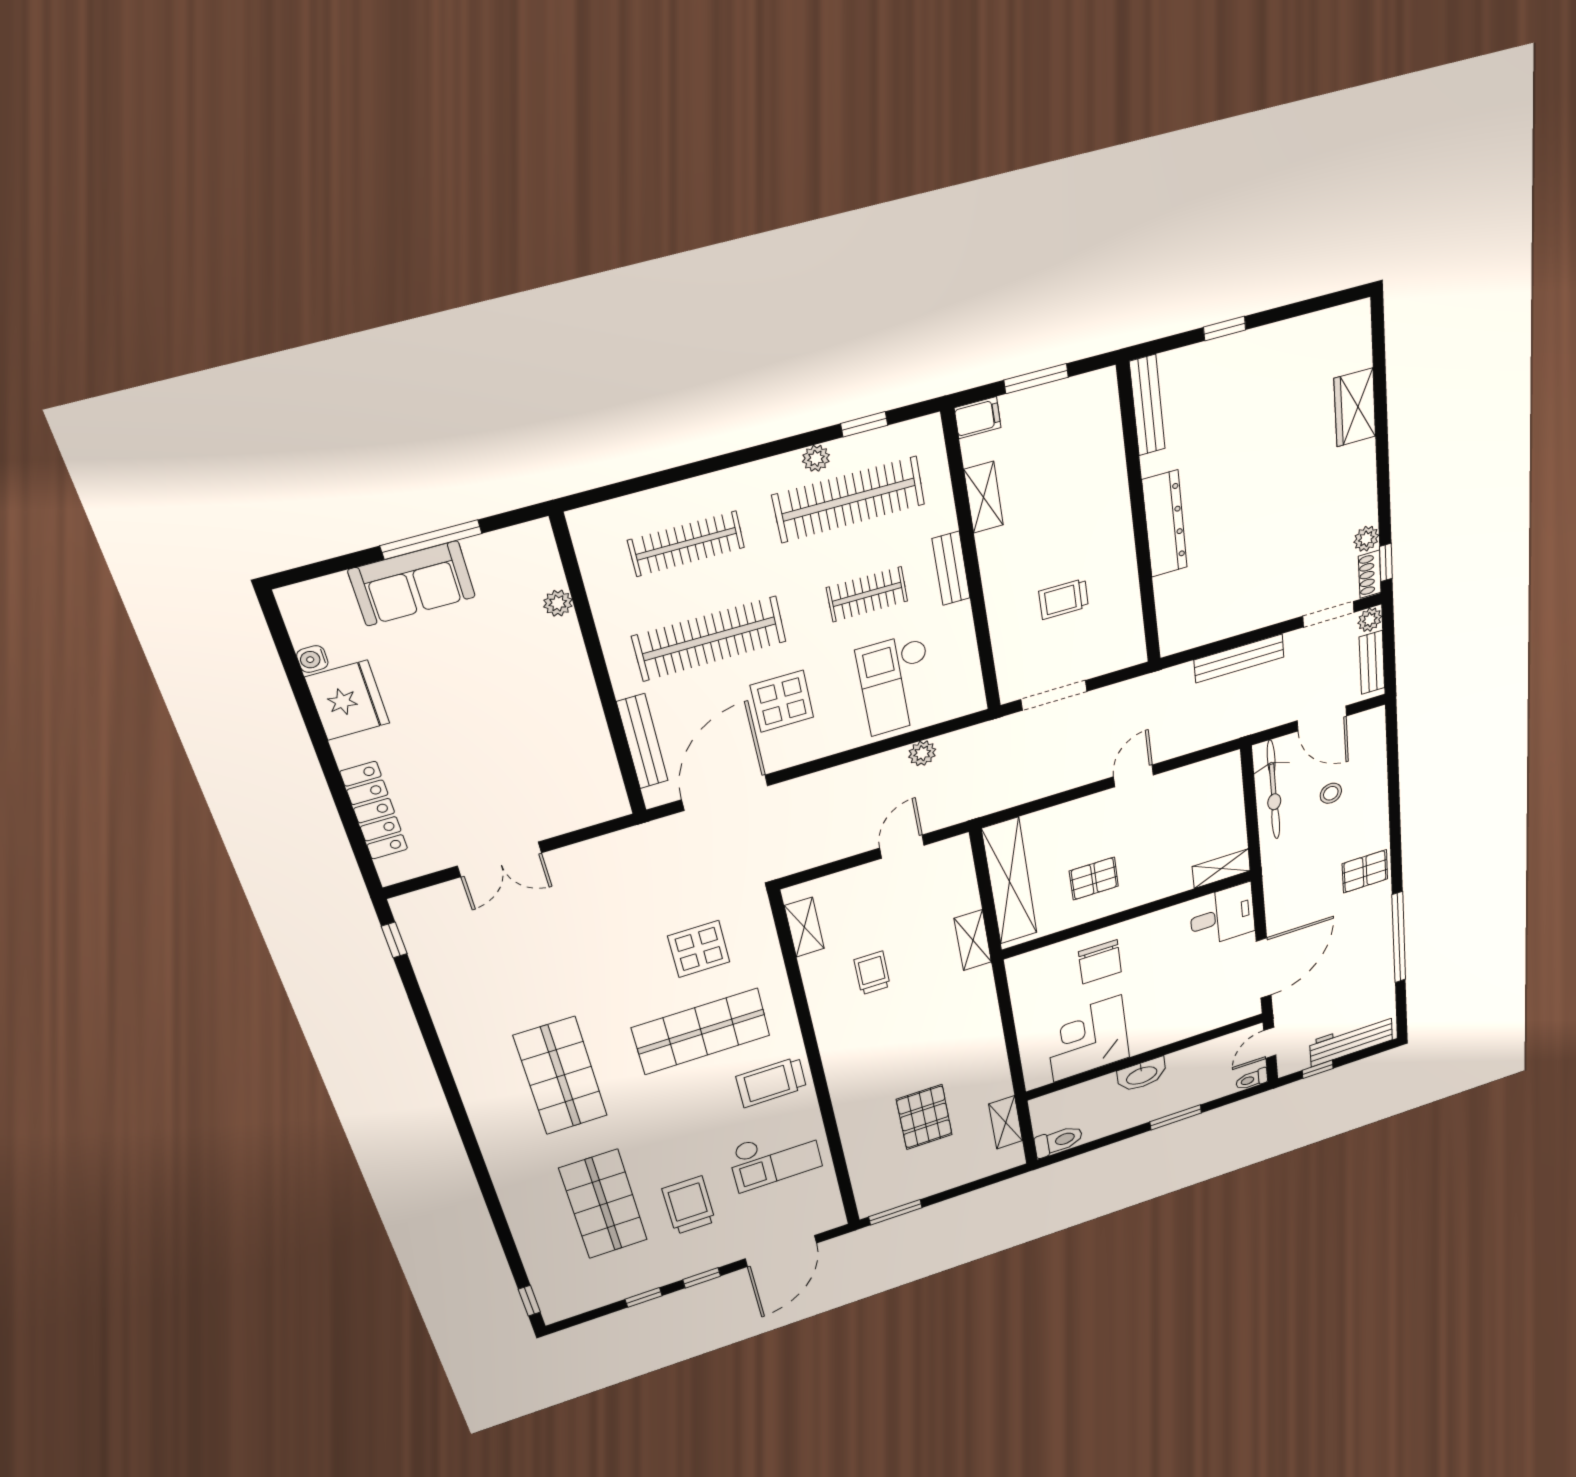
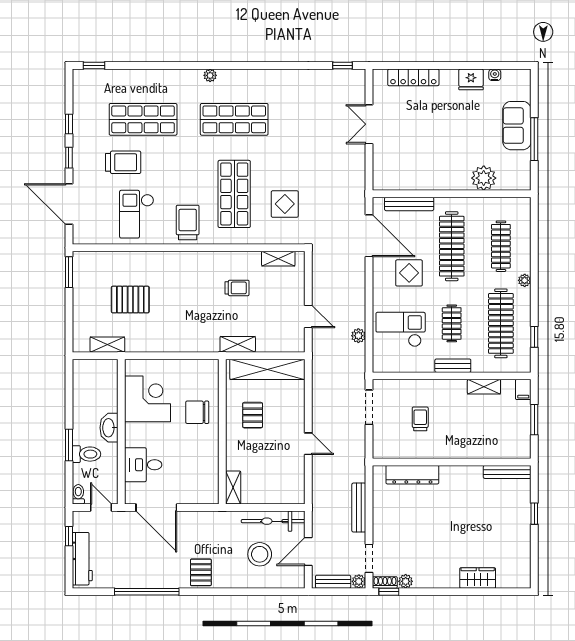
plant: (816, 458) -> (525, 280), moved
dresser: (1165, 524) -> (412, 475), moved
plant: (558, 603) -> (484, 178), width x1.88, depth x1.88
fridge: (347, 700) -> (471, 79), width x0.73, depth x0.75
stool: (1331, 793) -> (260, 554), width x1.89, depth x1.89
desk: (1222, 916) -> (143, 465), moved, turned 90
plant: (489, 1138) -> (210, 75), added
toilet: (1058, 1141) -> (86, 454), moved, turned -90

